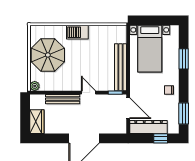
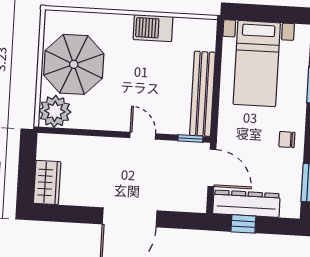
barbecue: (77, 32) -> (153, 28), moved
plant: (35, 86) -> (55, 111), width x1.88, depth x1.88
bench: (63, 99) -> (96, 145), removed
window: (161, 138) -> (243, 224), moved

